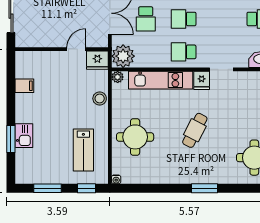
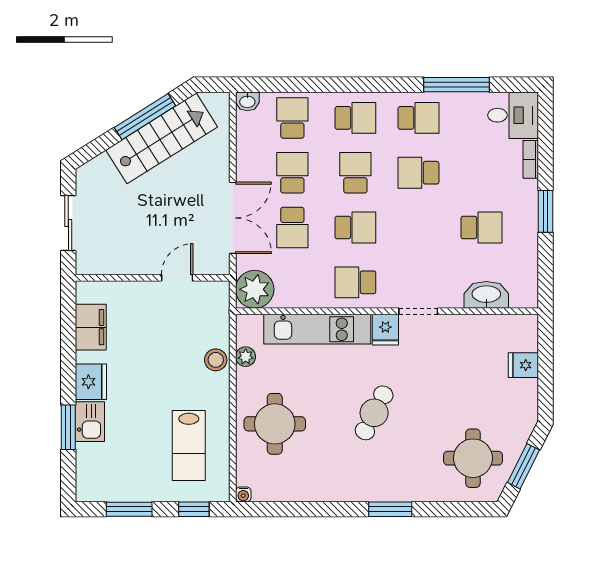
school desk: (184, 19) -> (355, 228), turned 180
fridge: (97, 60) -> (91, 382), moved, turned -90
plant: (118, 77) -> (246, 357), moved
filing cabinet: (24, 86) -> (91, 327), width x2.00

